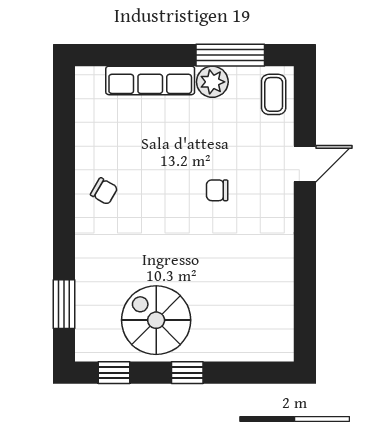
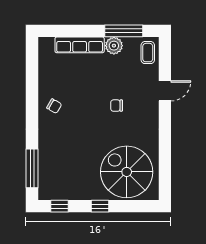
window: (64, 304) -> (32, 168), width x1.44
spiral stairs: (156, 320) -> (127, 172), moved, width x1.37, depth x1.37

